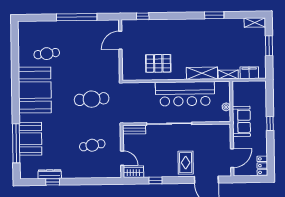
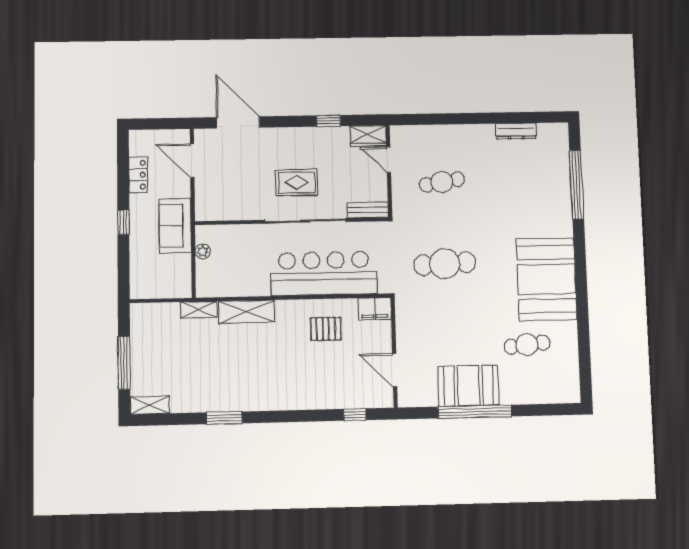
door: (120, 40) -> (395, 370), swing flipped
window: (269, 46) -> (124, 363), width x1.44
pallet: (158, 63) -> (326, 329), width x0.67, depth x0.71
filing cabinet: (249, 73) -> (375, 309), moved
bar counter: (185, 94) -> (324, 273), moved
booth: (30, 139) -> (468, 386), moved, turned 90
door: (232, 158) -> (192, 161), hinge flipped
rug: (186, 163) -> (297, 183), moved, turned 90
locker: (262, 166) -> (138, 175), moved
window: (53, 182) -> (510, 118), removed

